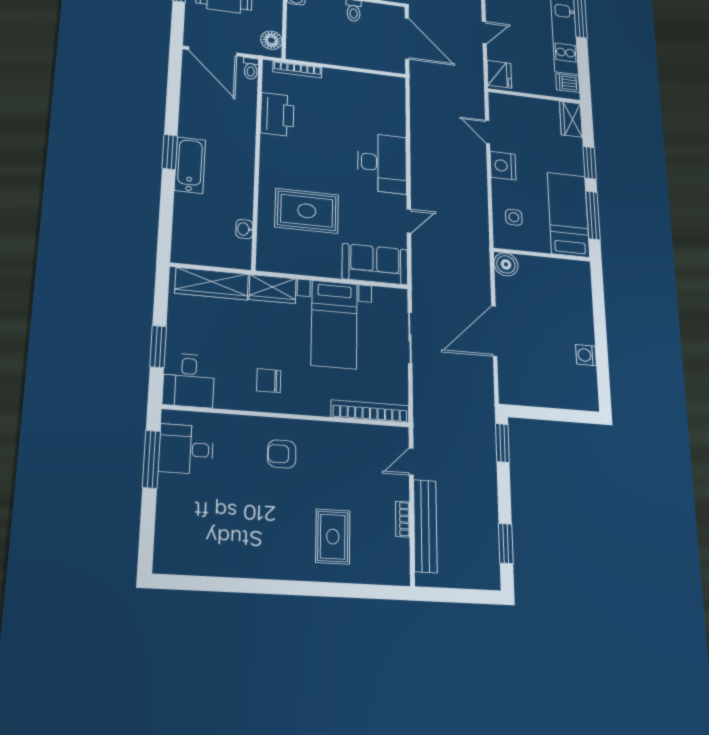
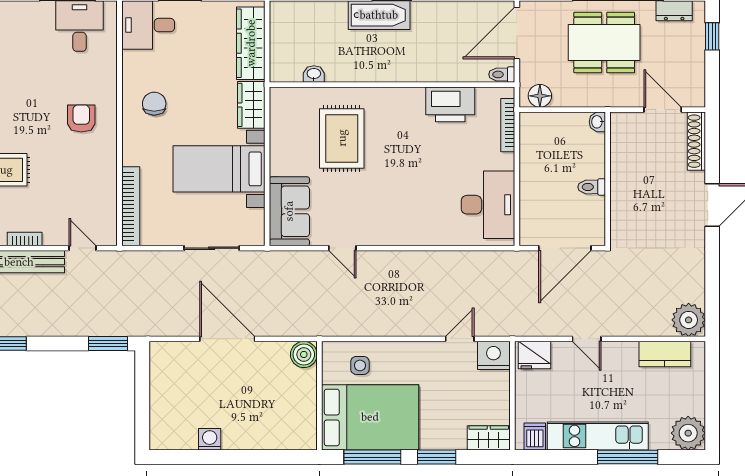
desk: (382, 163) -> (488, 205), moved, turned -90
nightstand: (503, 166) -> (493, 355), moved
bed: (568, 215) -> (370, 417), width x1.50

